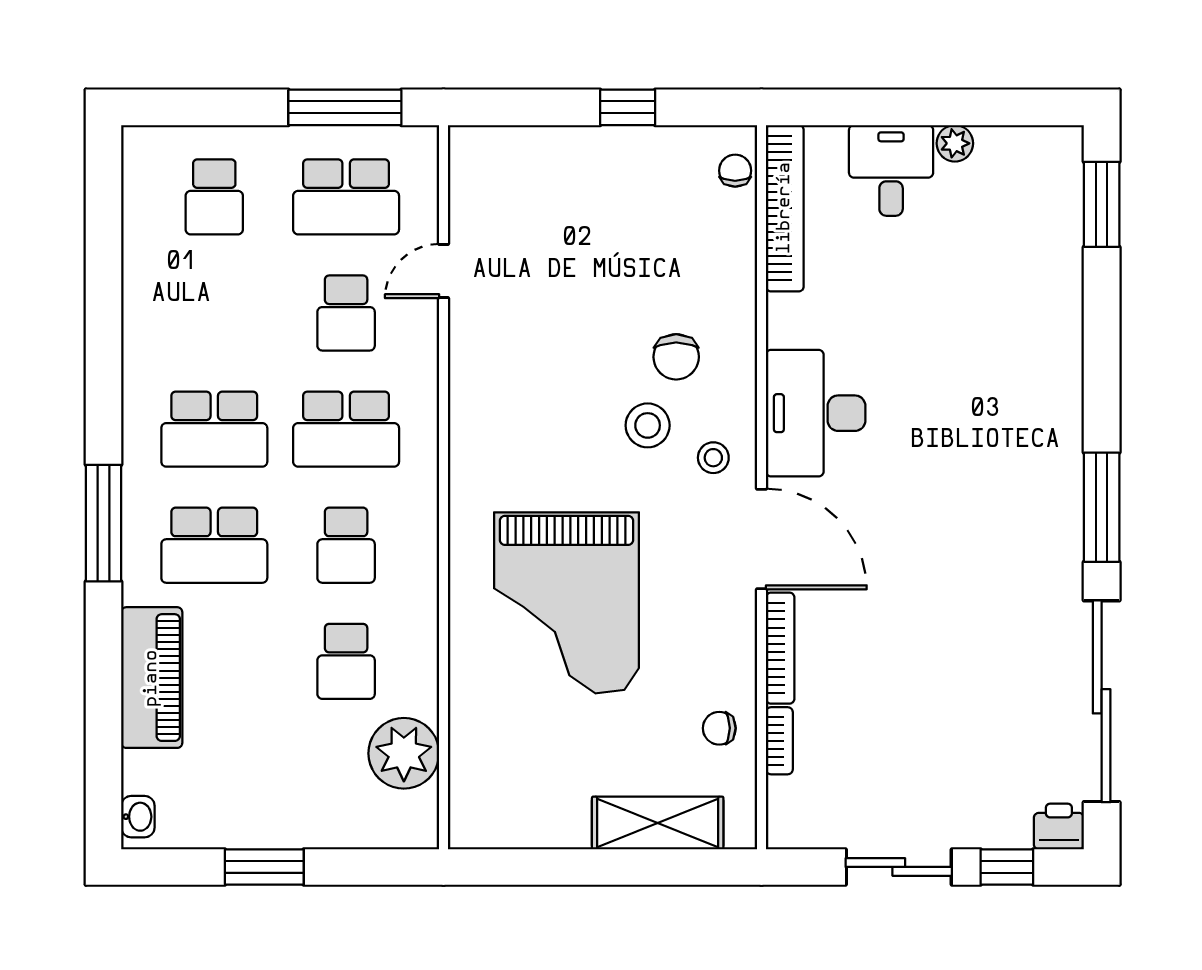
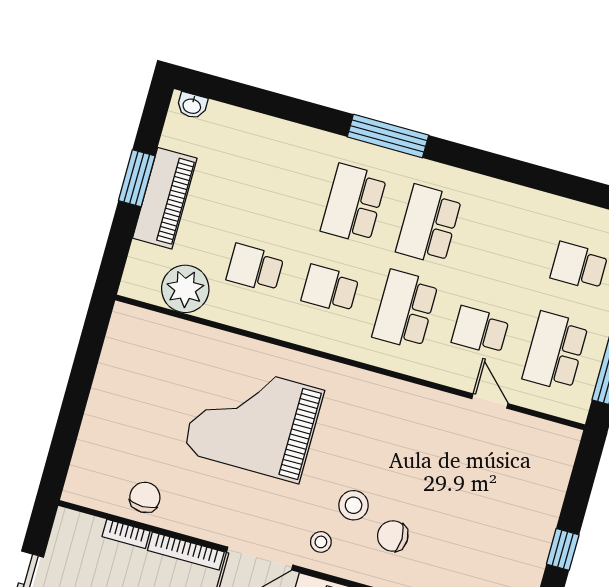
piano: (152, 678) -> (165, 198), moved, turned -90
chair: (719, 728) -> (145, 497), width x1.37, depth x1.37
shelving: (658, 823) -> (95, 440), removed

